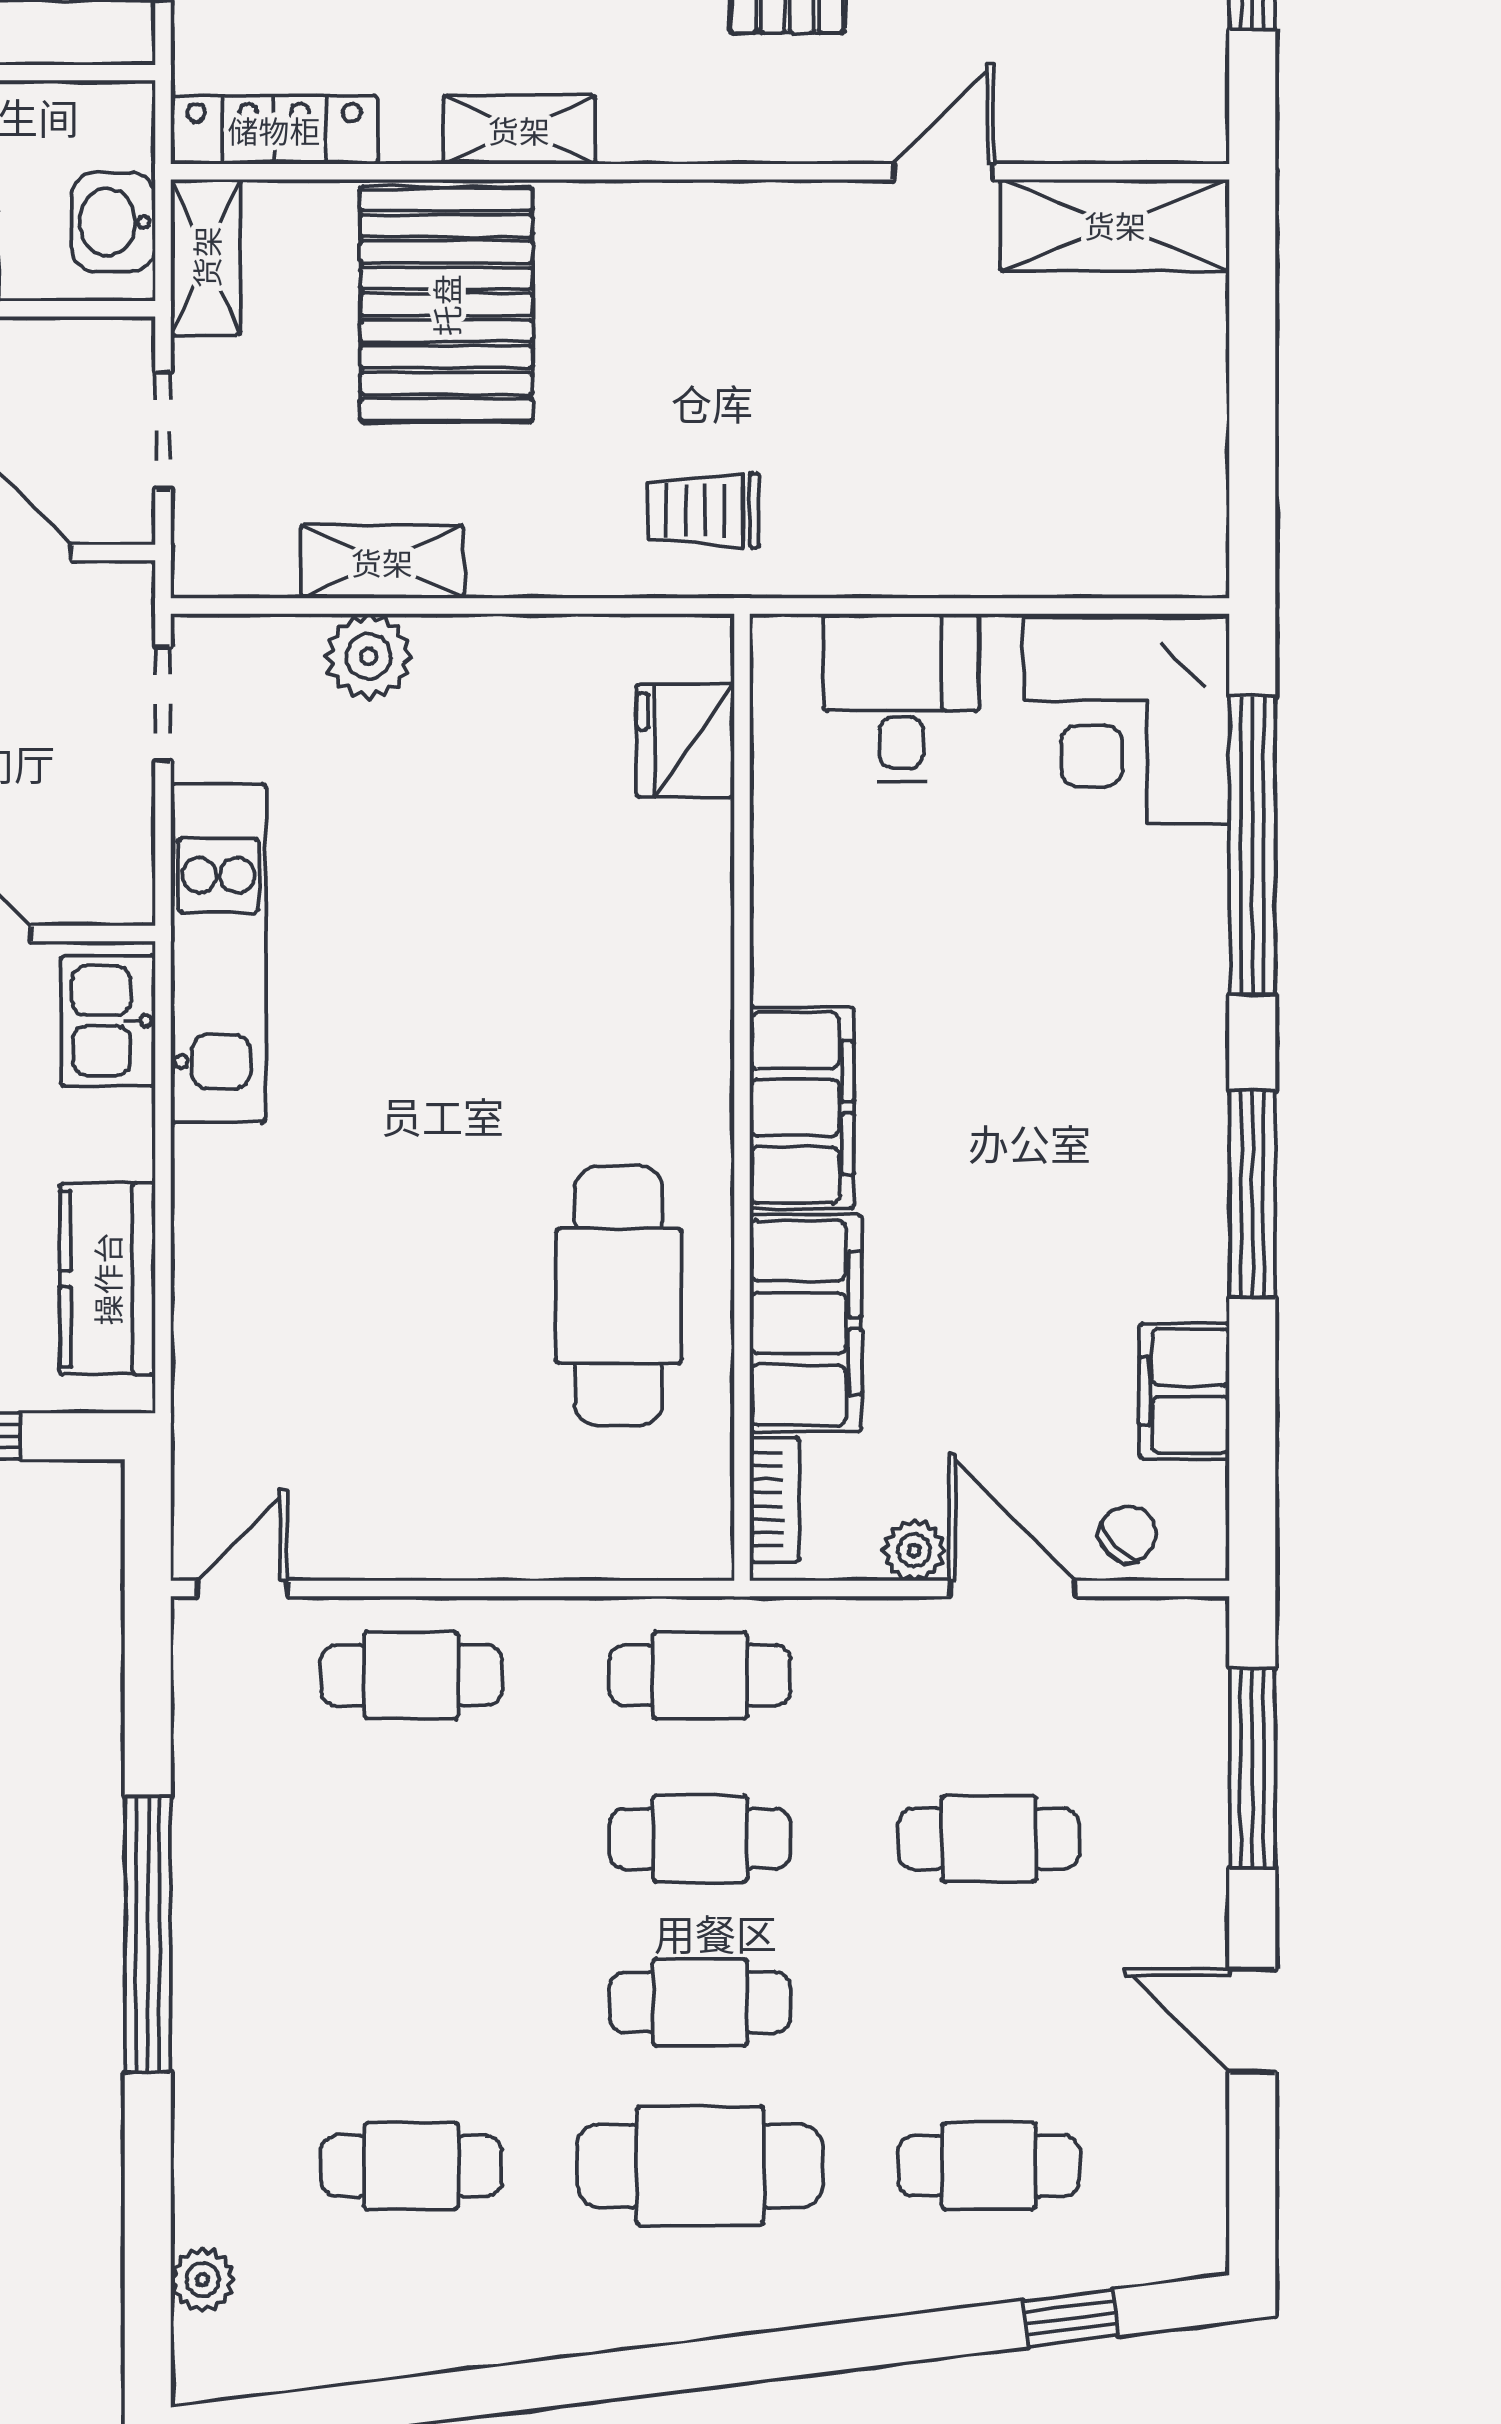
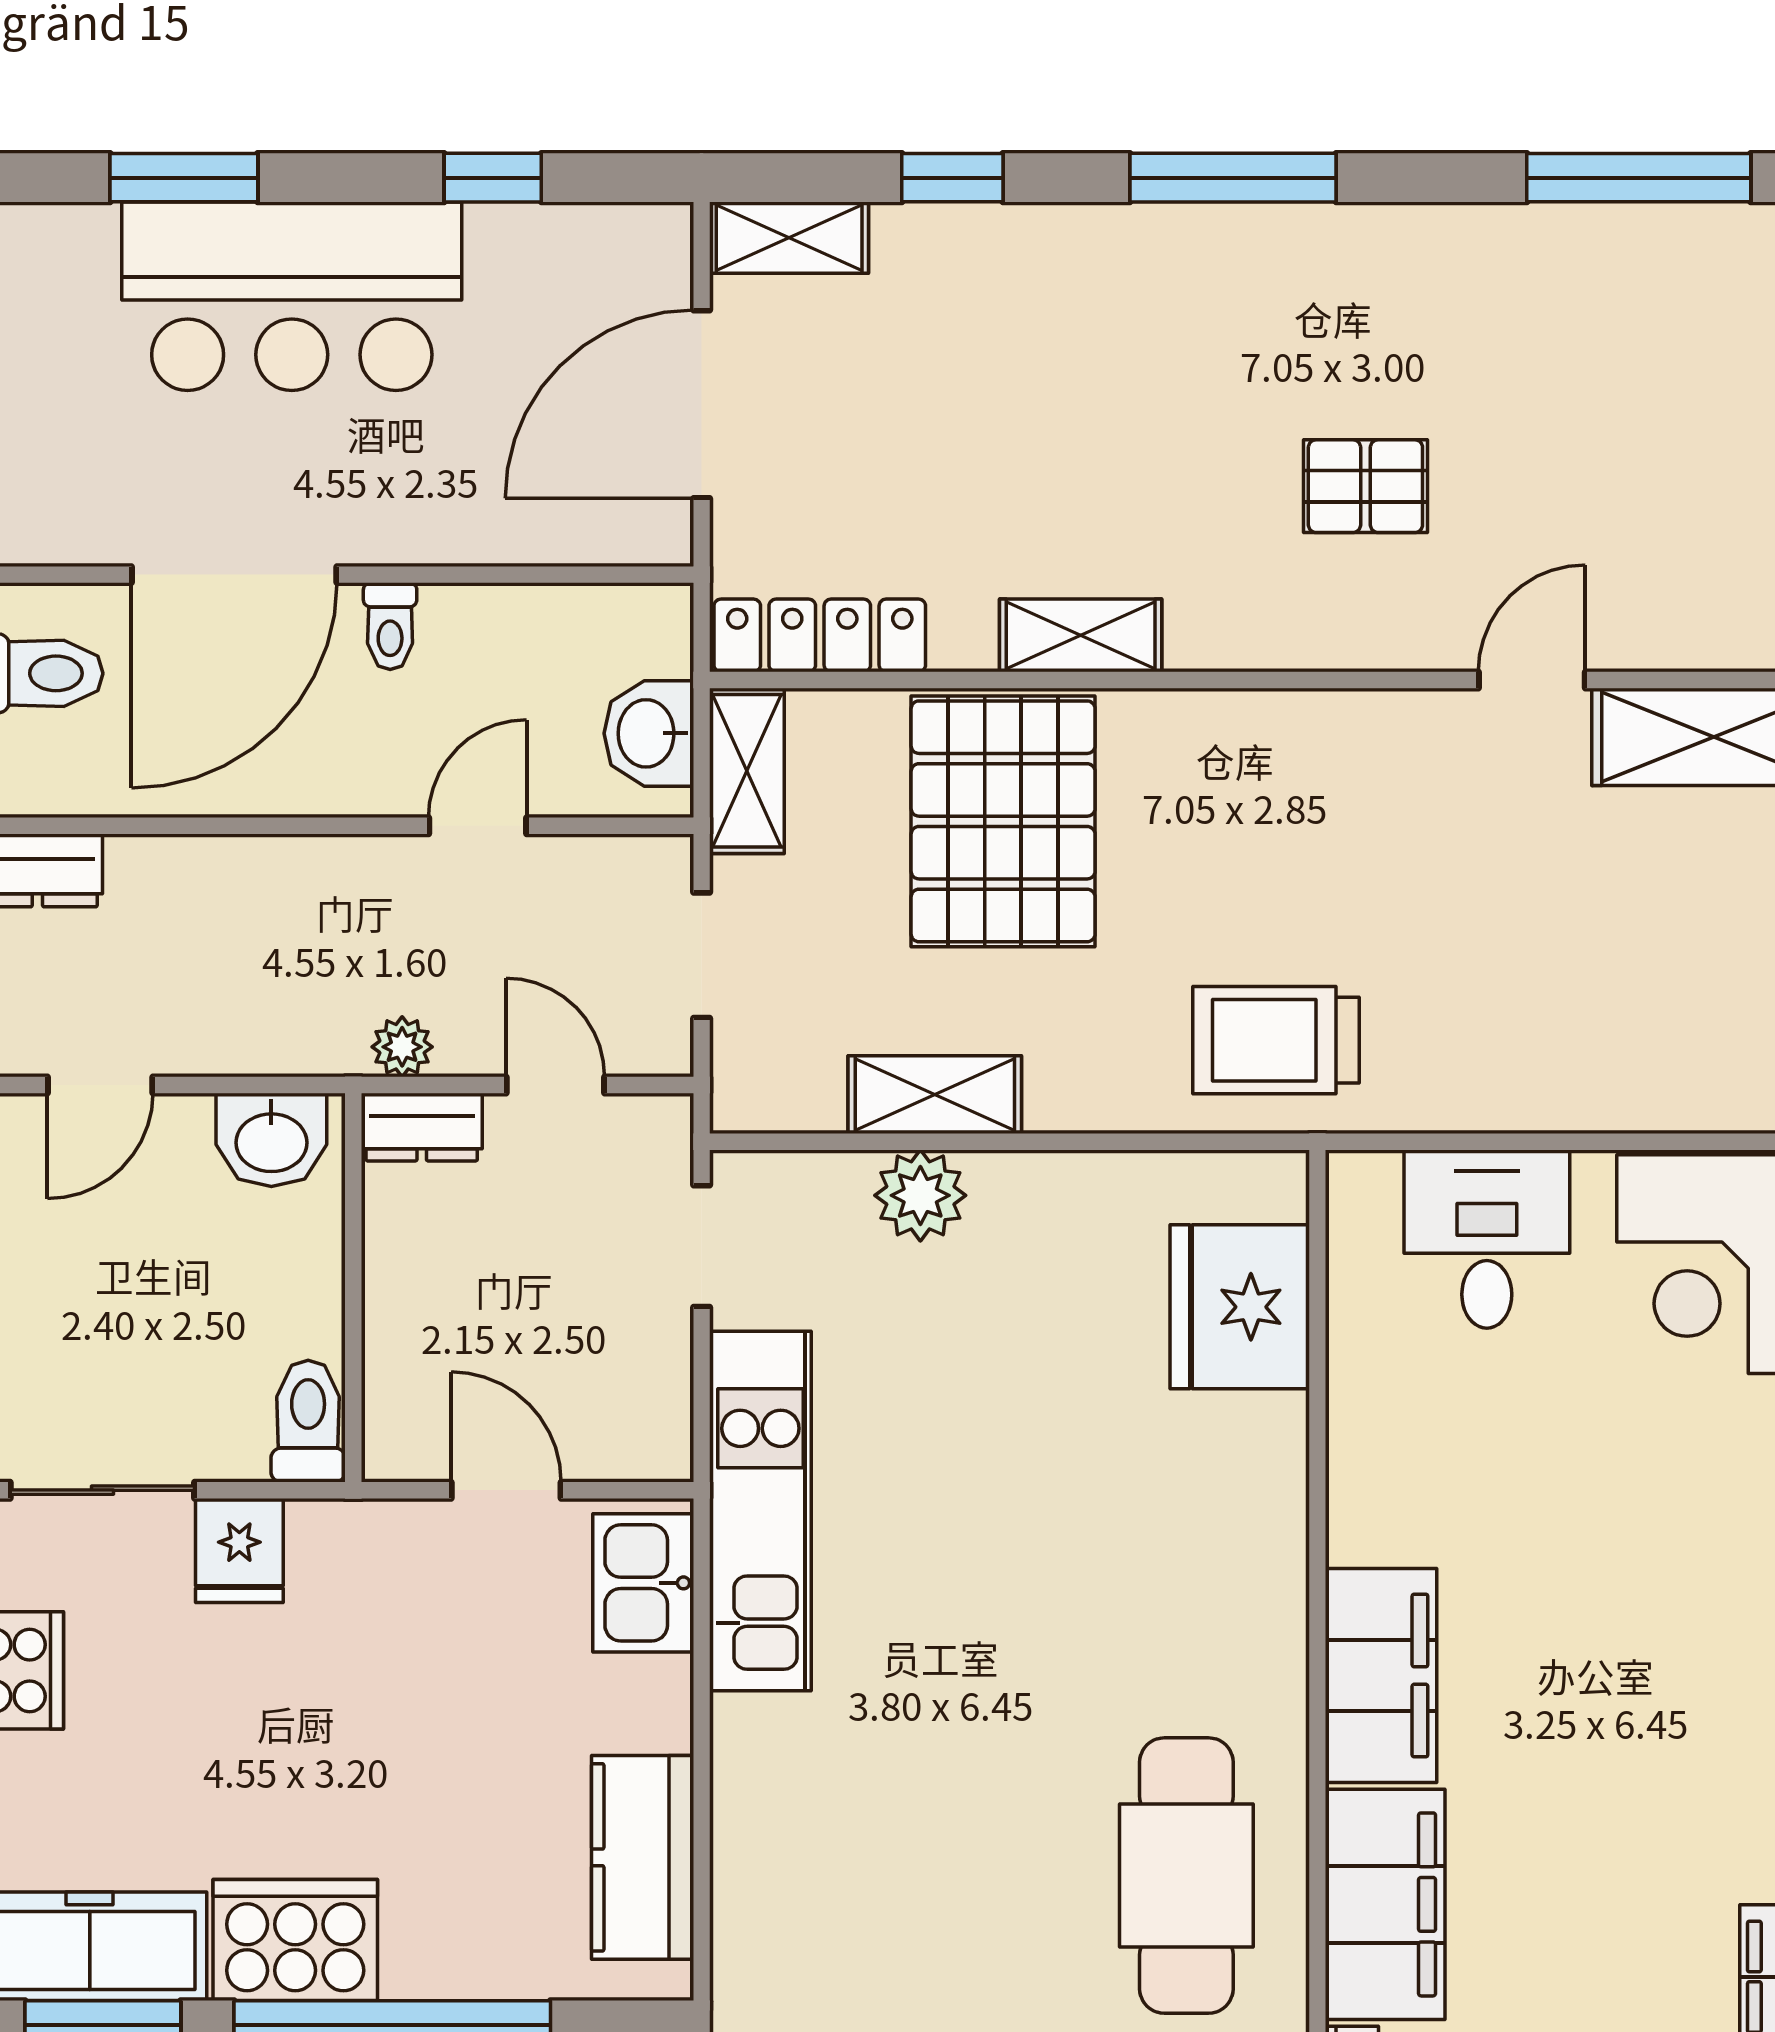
trolley: (703, 510) -> (1276, 1040), width x1.36, depth x1.39
fridge: (685, 741) -> (1240, 1307), width x1.36, depth x1.34

